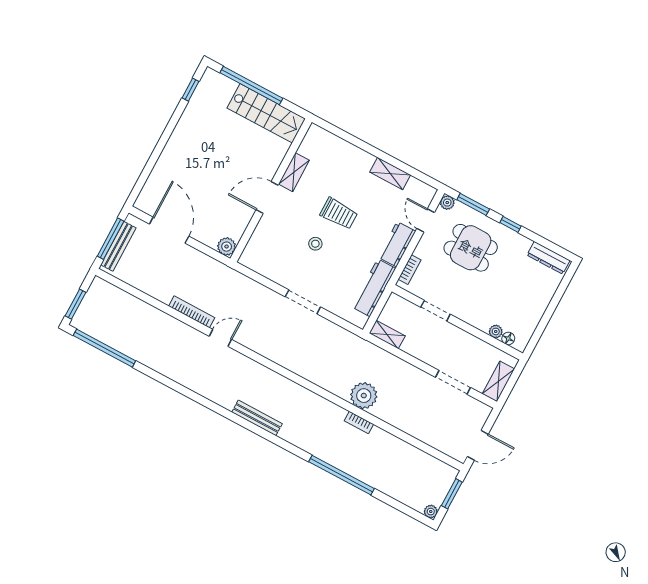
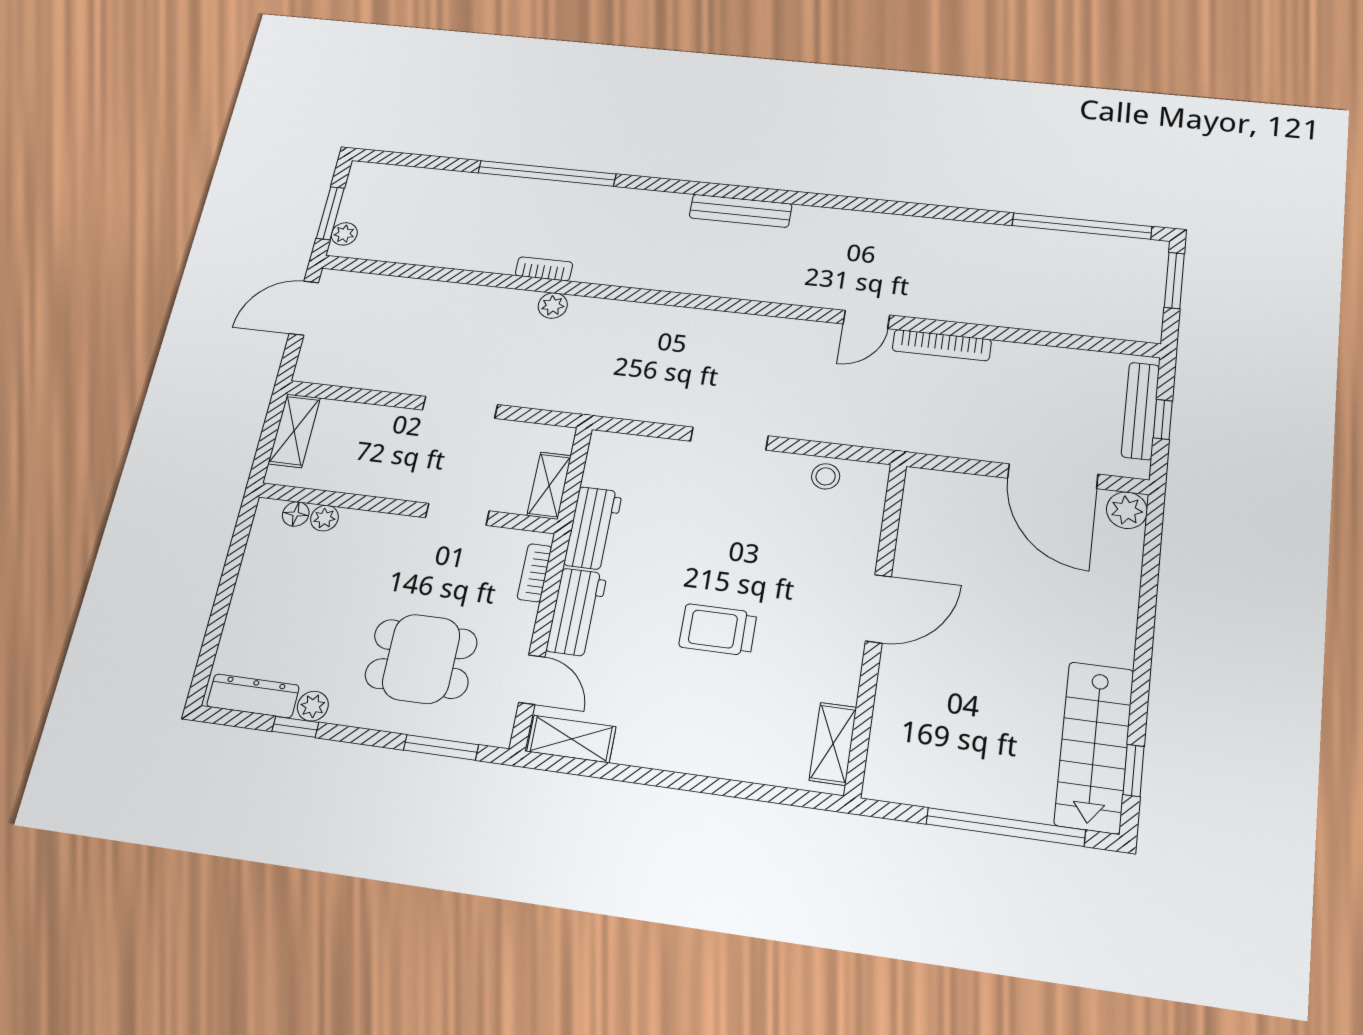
stairs: (266, 113) -> (1094, 747), moved, turned -90
shelving: (294, 172) -> (833, 744), moved
shelving: (390, 173) -> (571, 739), moved
plant: (447, 203) -> (313, 706), moved
window: (511, 224) -> (295, 727), moved
window: (111, 239) -> (1163, 419), width x0.46
stool: (315, 244) -> (826, 476), moved
plant: (227, 247) -> (1127, 510), moved
workbench: (374, 288) -> (593, 528), width x0.73
shelving: (387, 335) -> (549, 486), moved, turned 90
doorway: (453, 382) -> (460, 407), moved
plant: (364, 396) -> (553, 306), width x0.53, depth x0.53
plant: (431, 512) -> (344, 234), moved

